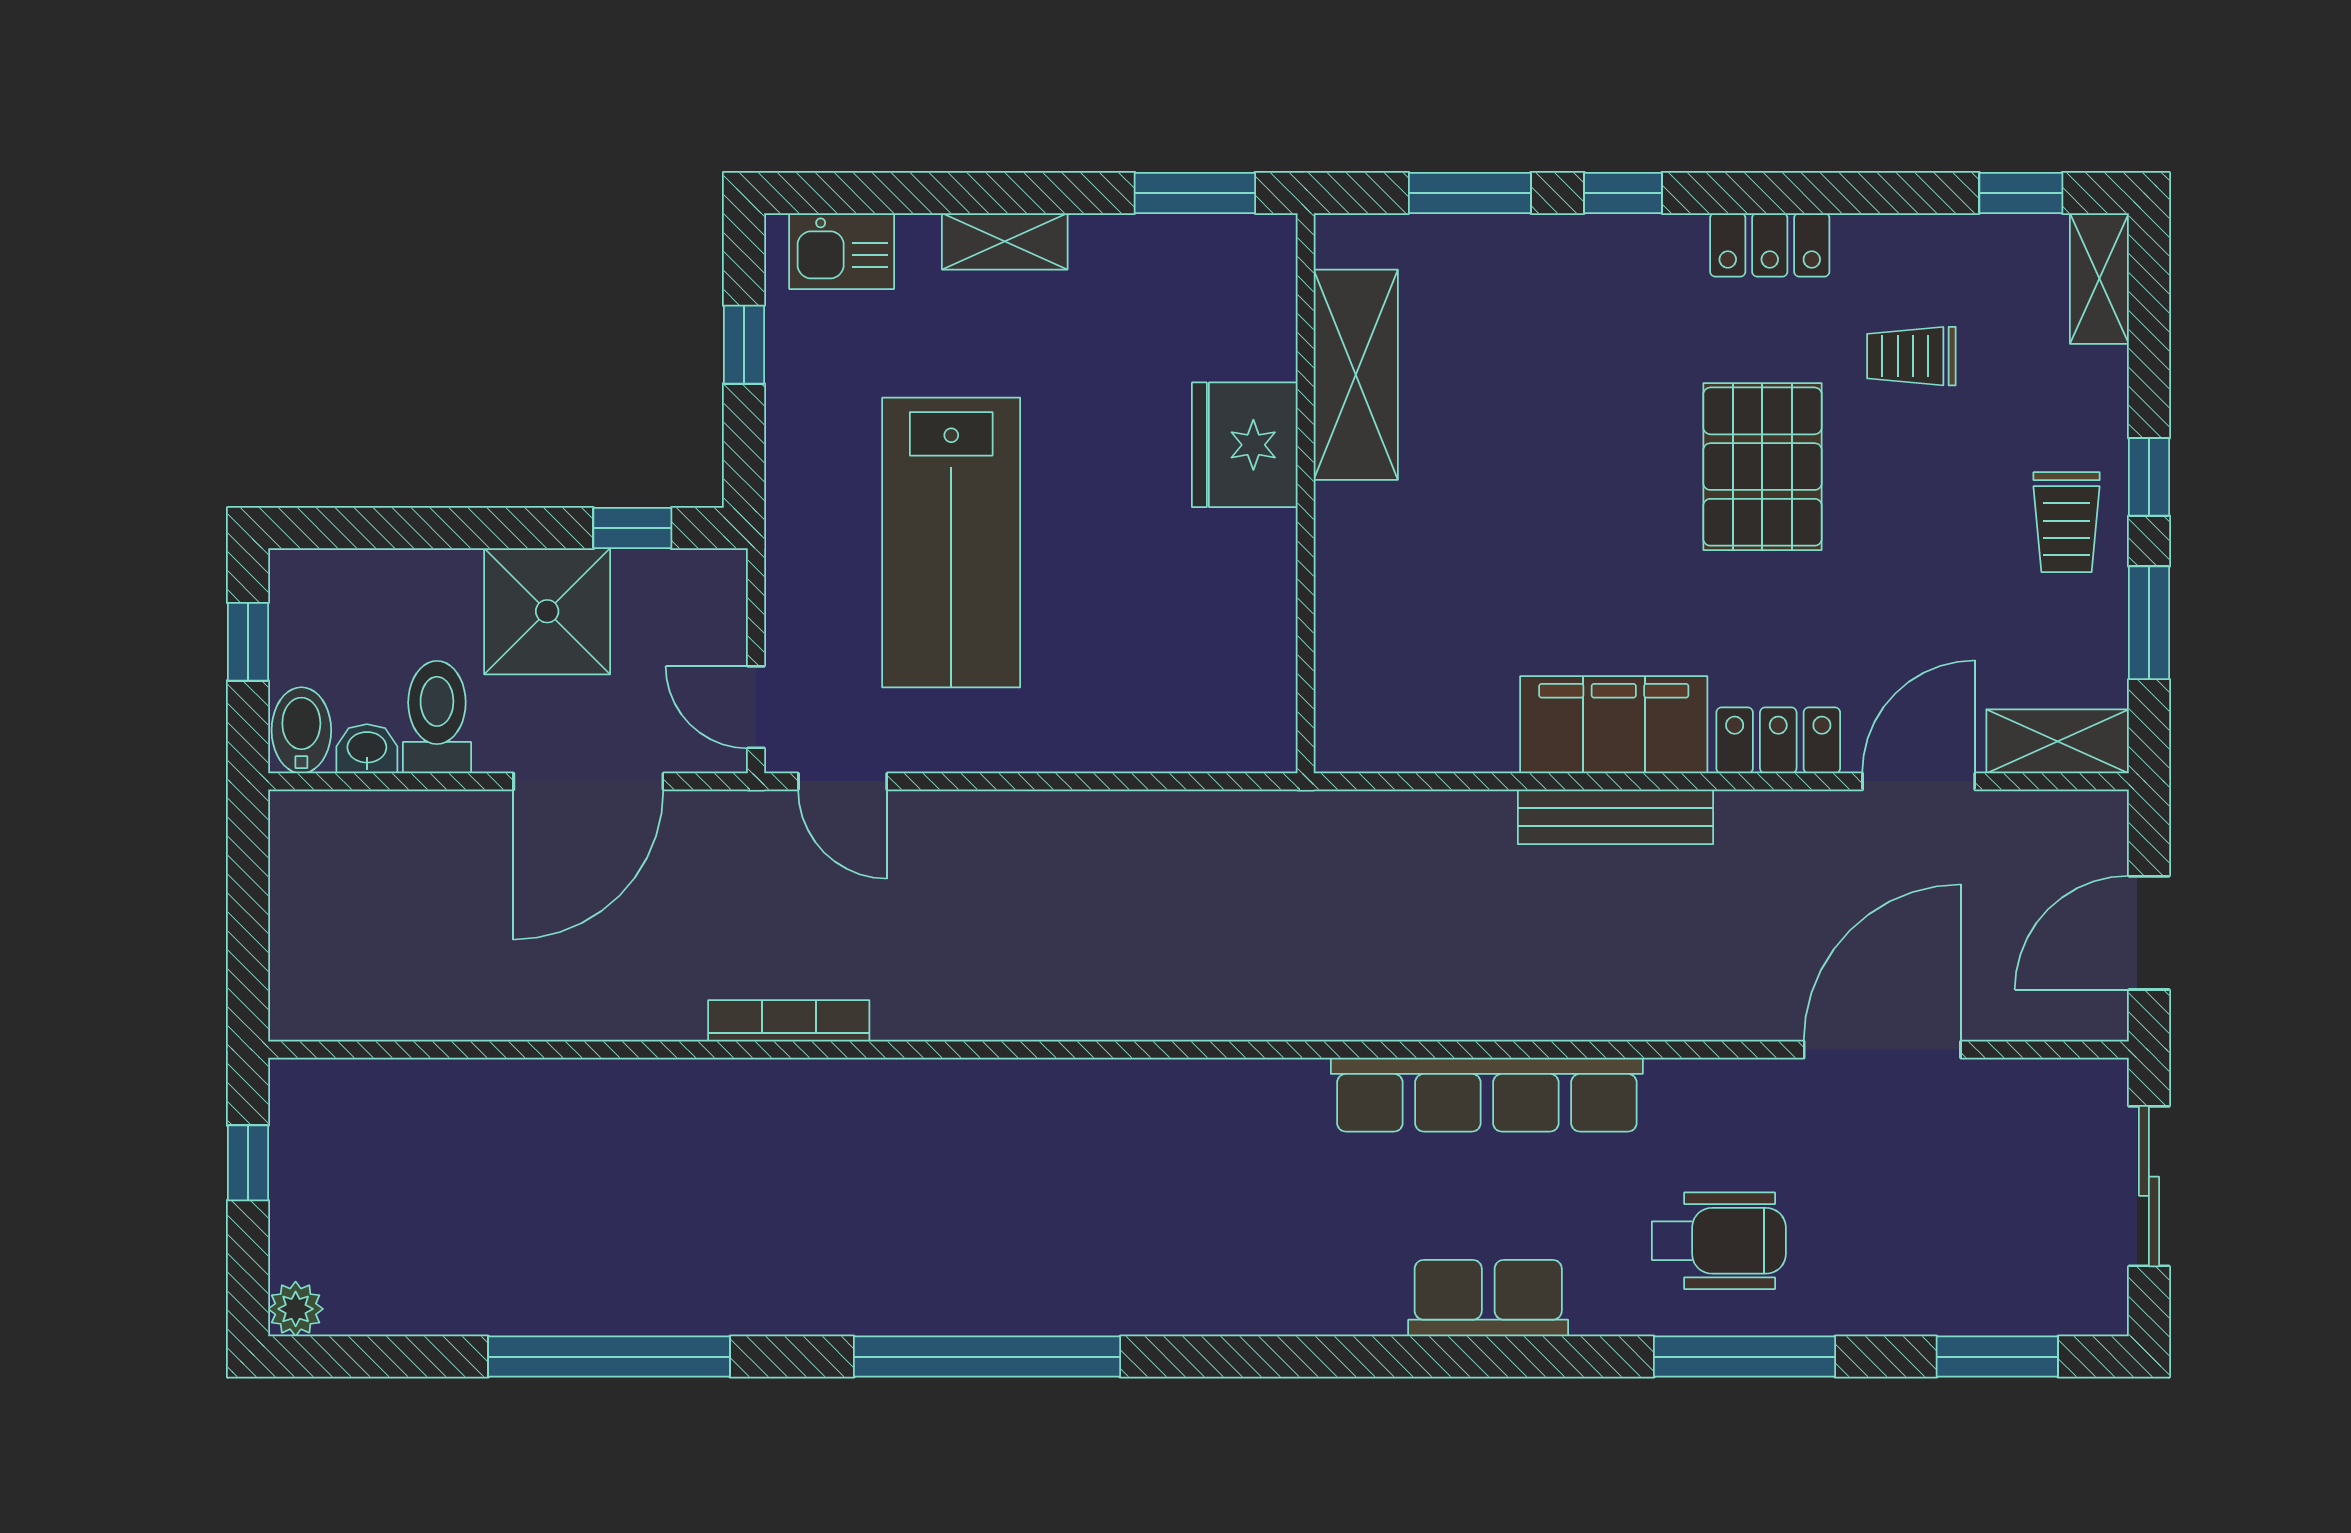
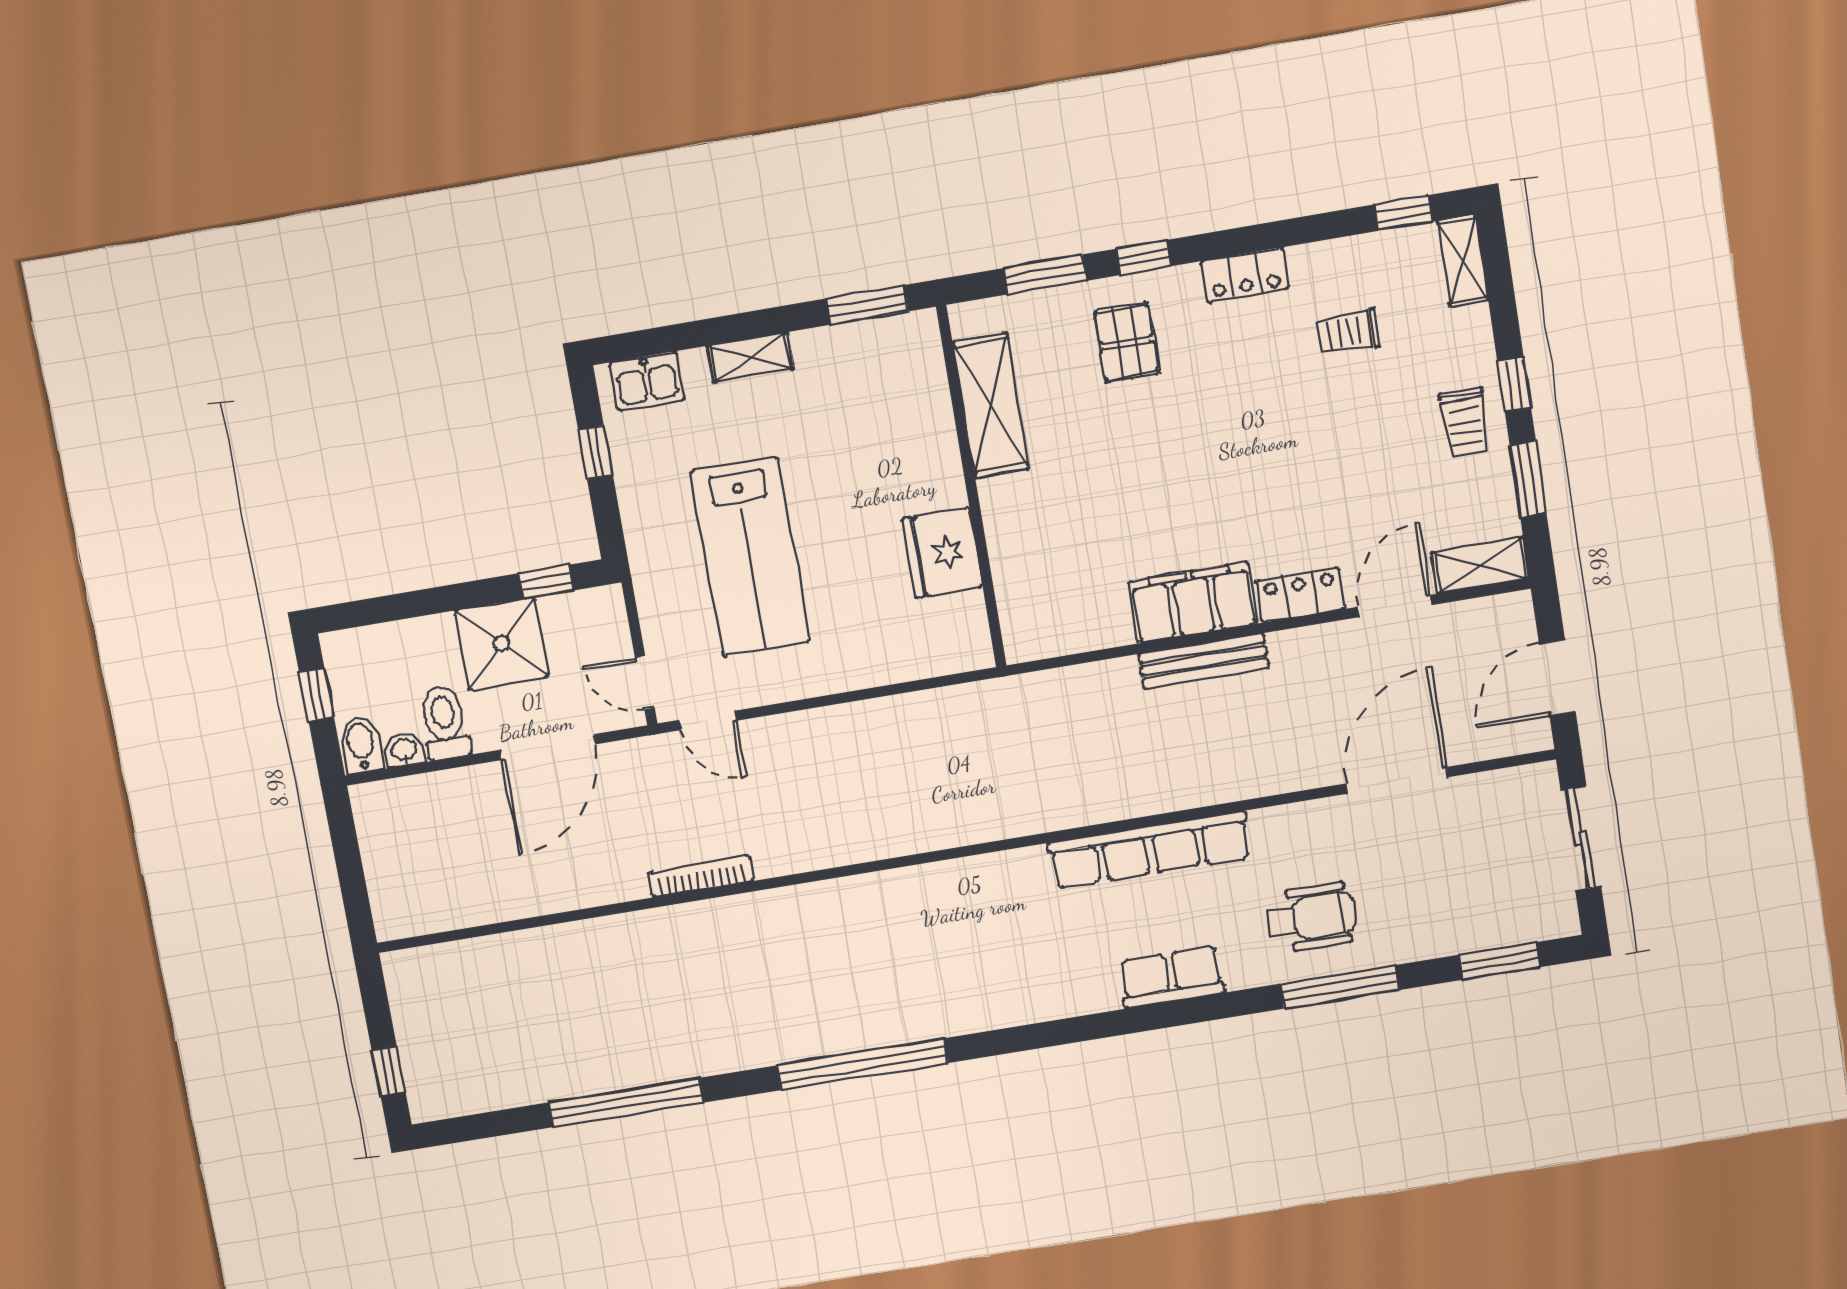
fridge: (1245, 445) -> (942, 553), moved
pallet: (1762, 467) -> (1127, 342), moved, width x0.67, depth x0.71
window: (248, 1163) -> (389, 1071), moved
plant: (296, 1309) -> (426, 1105), removed

